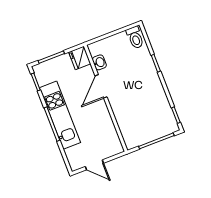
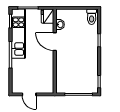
door: (101, 86) -> (55, 42), hinge flipped
kitchen unit: (60, 115) -> (18, 34), moved

